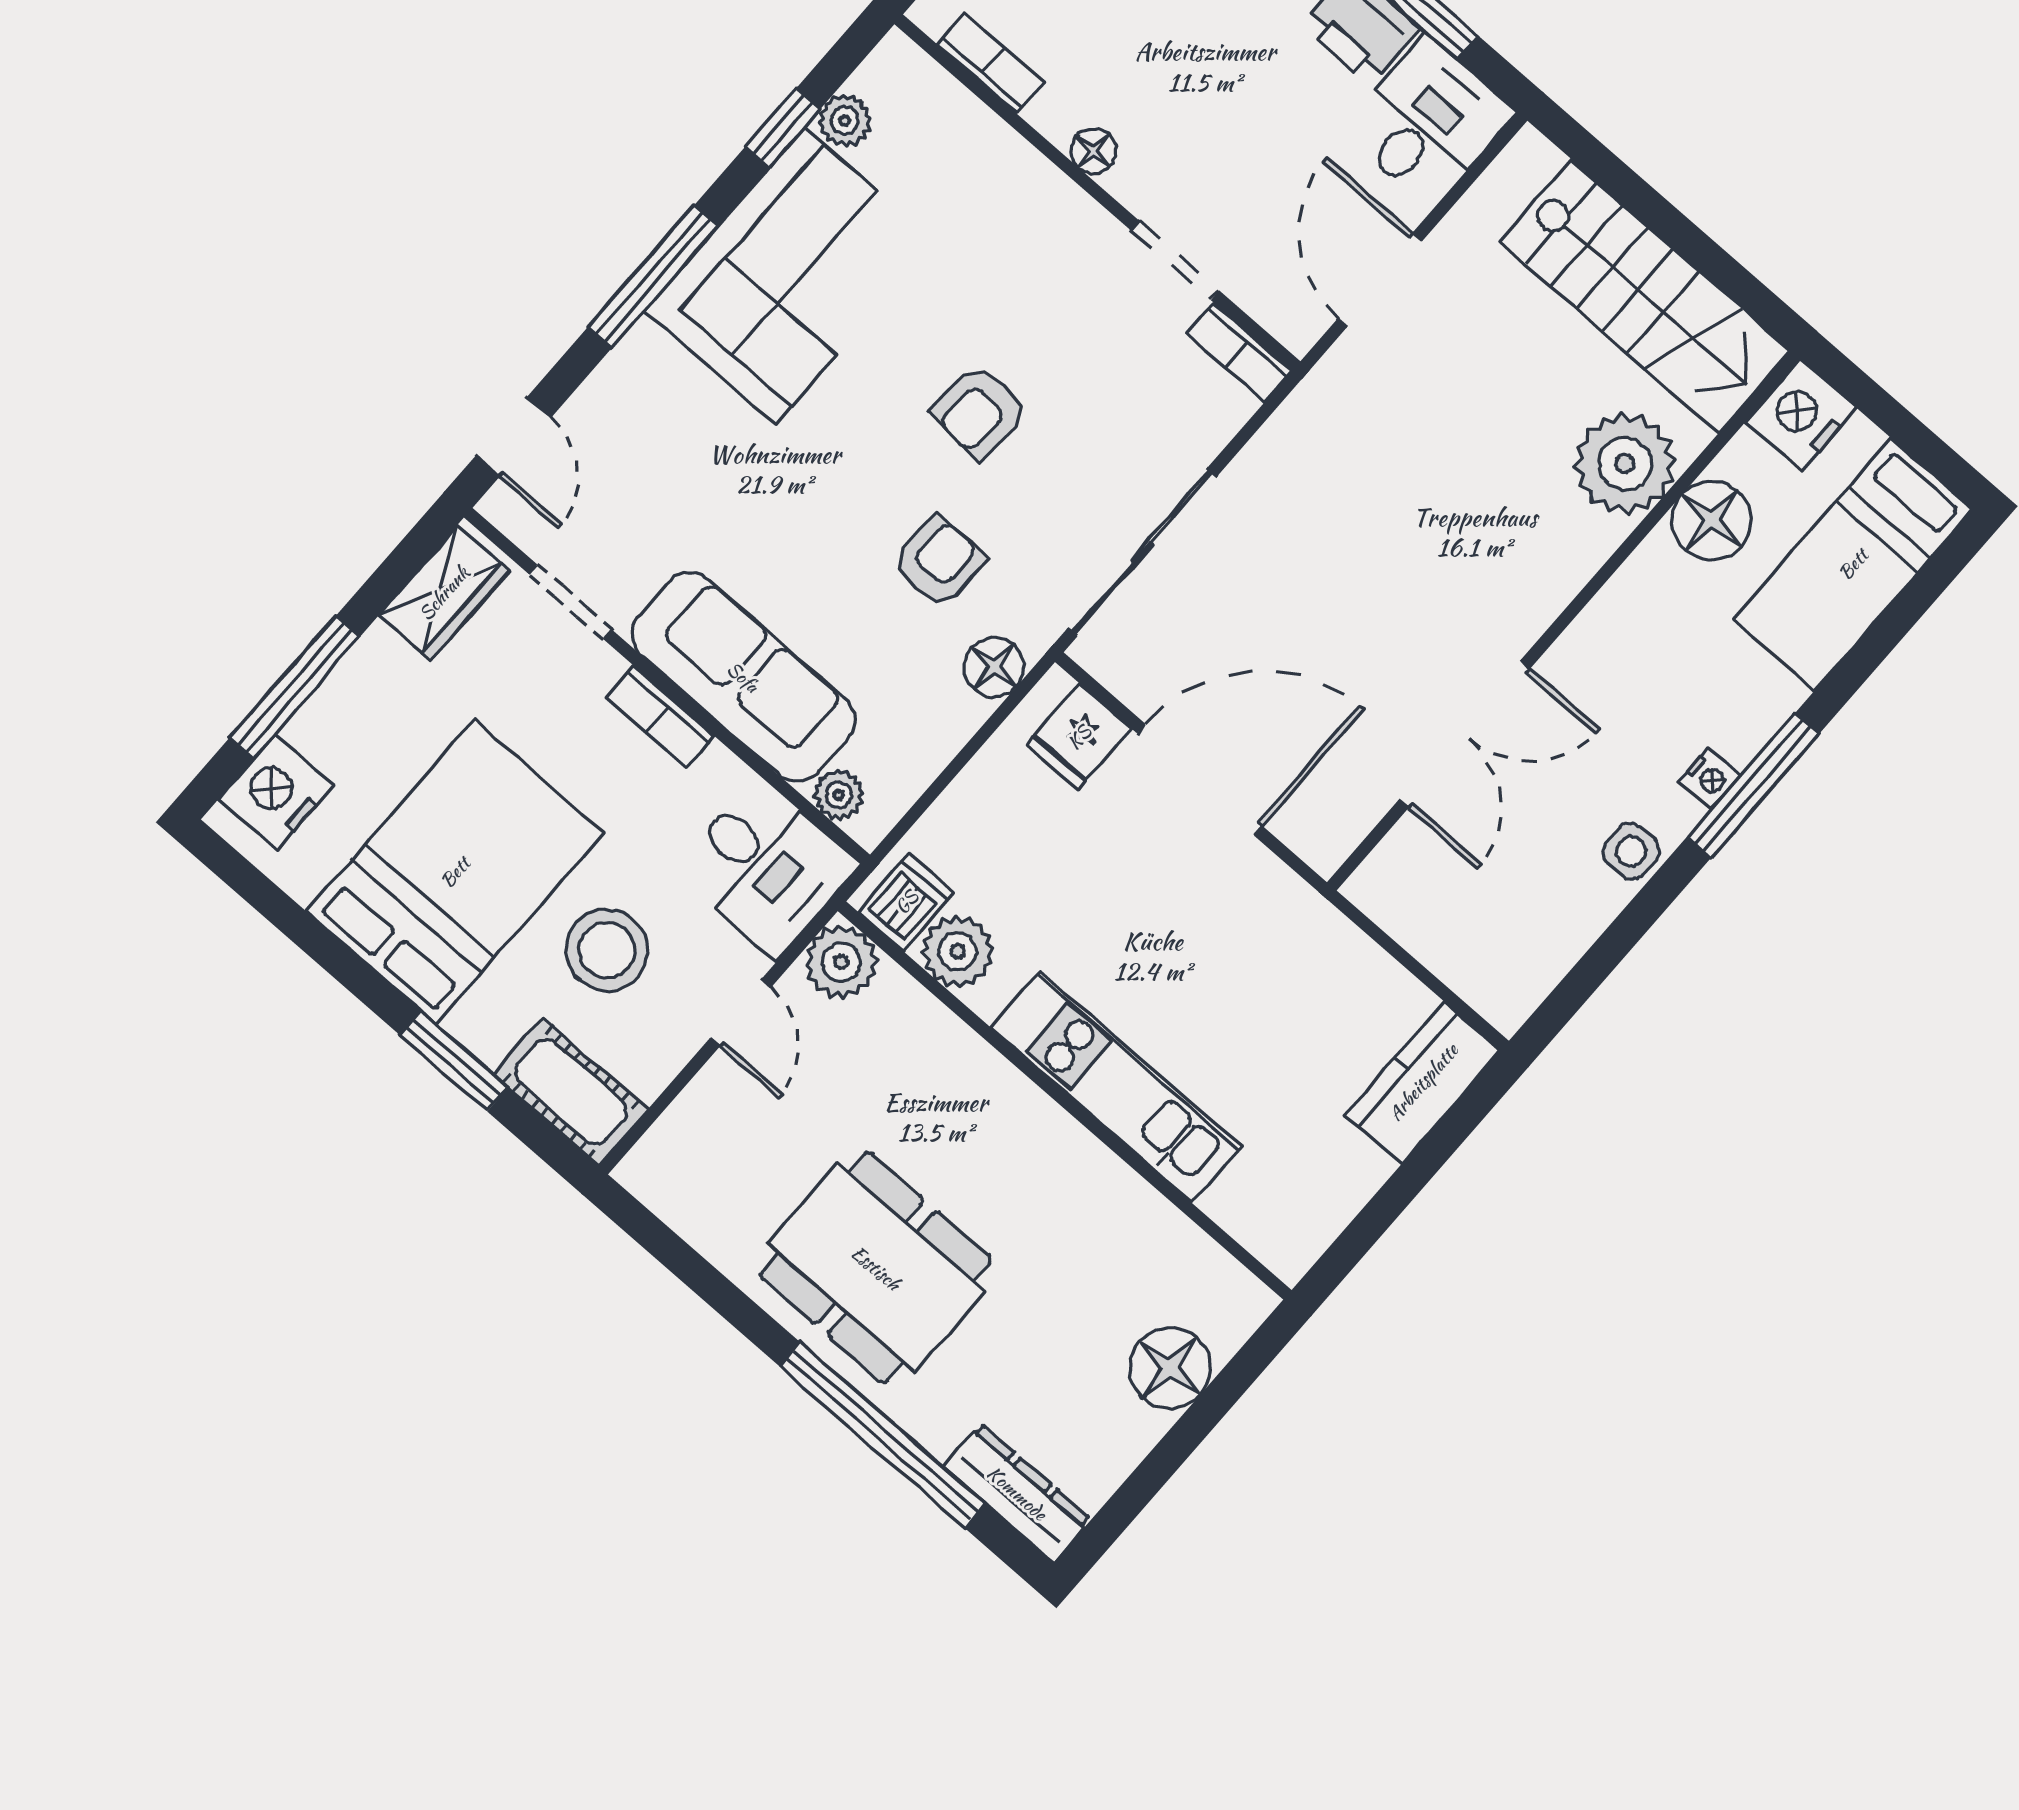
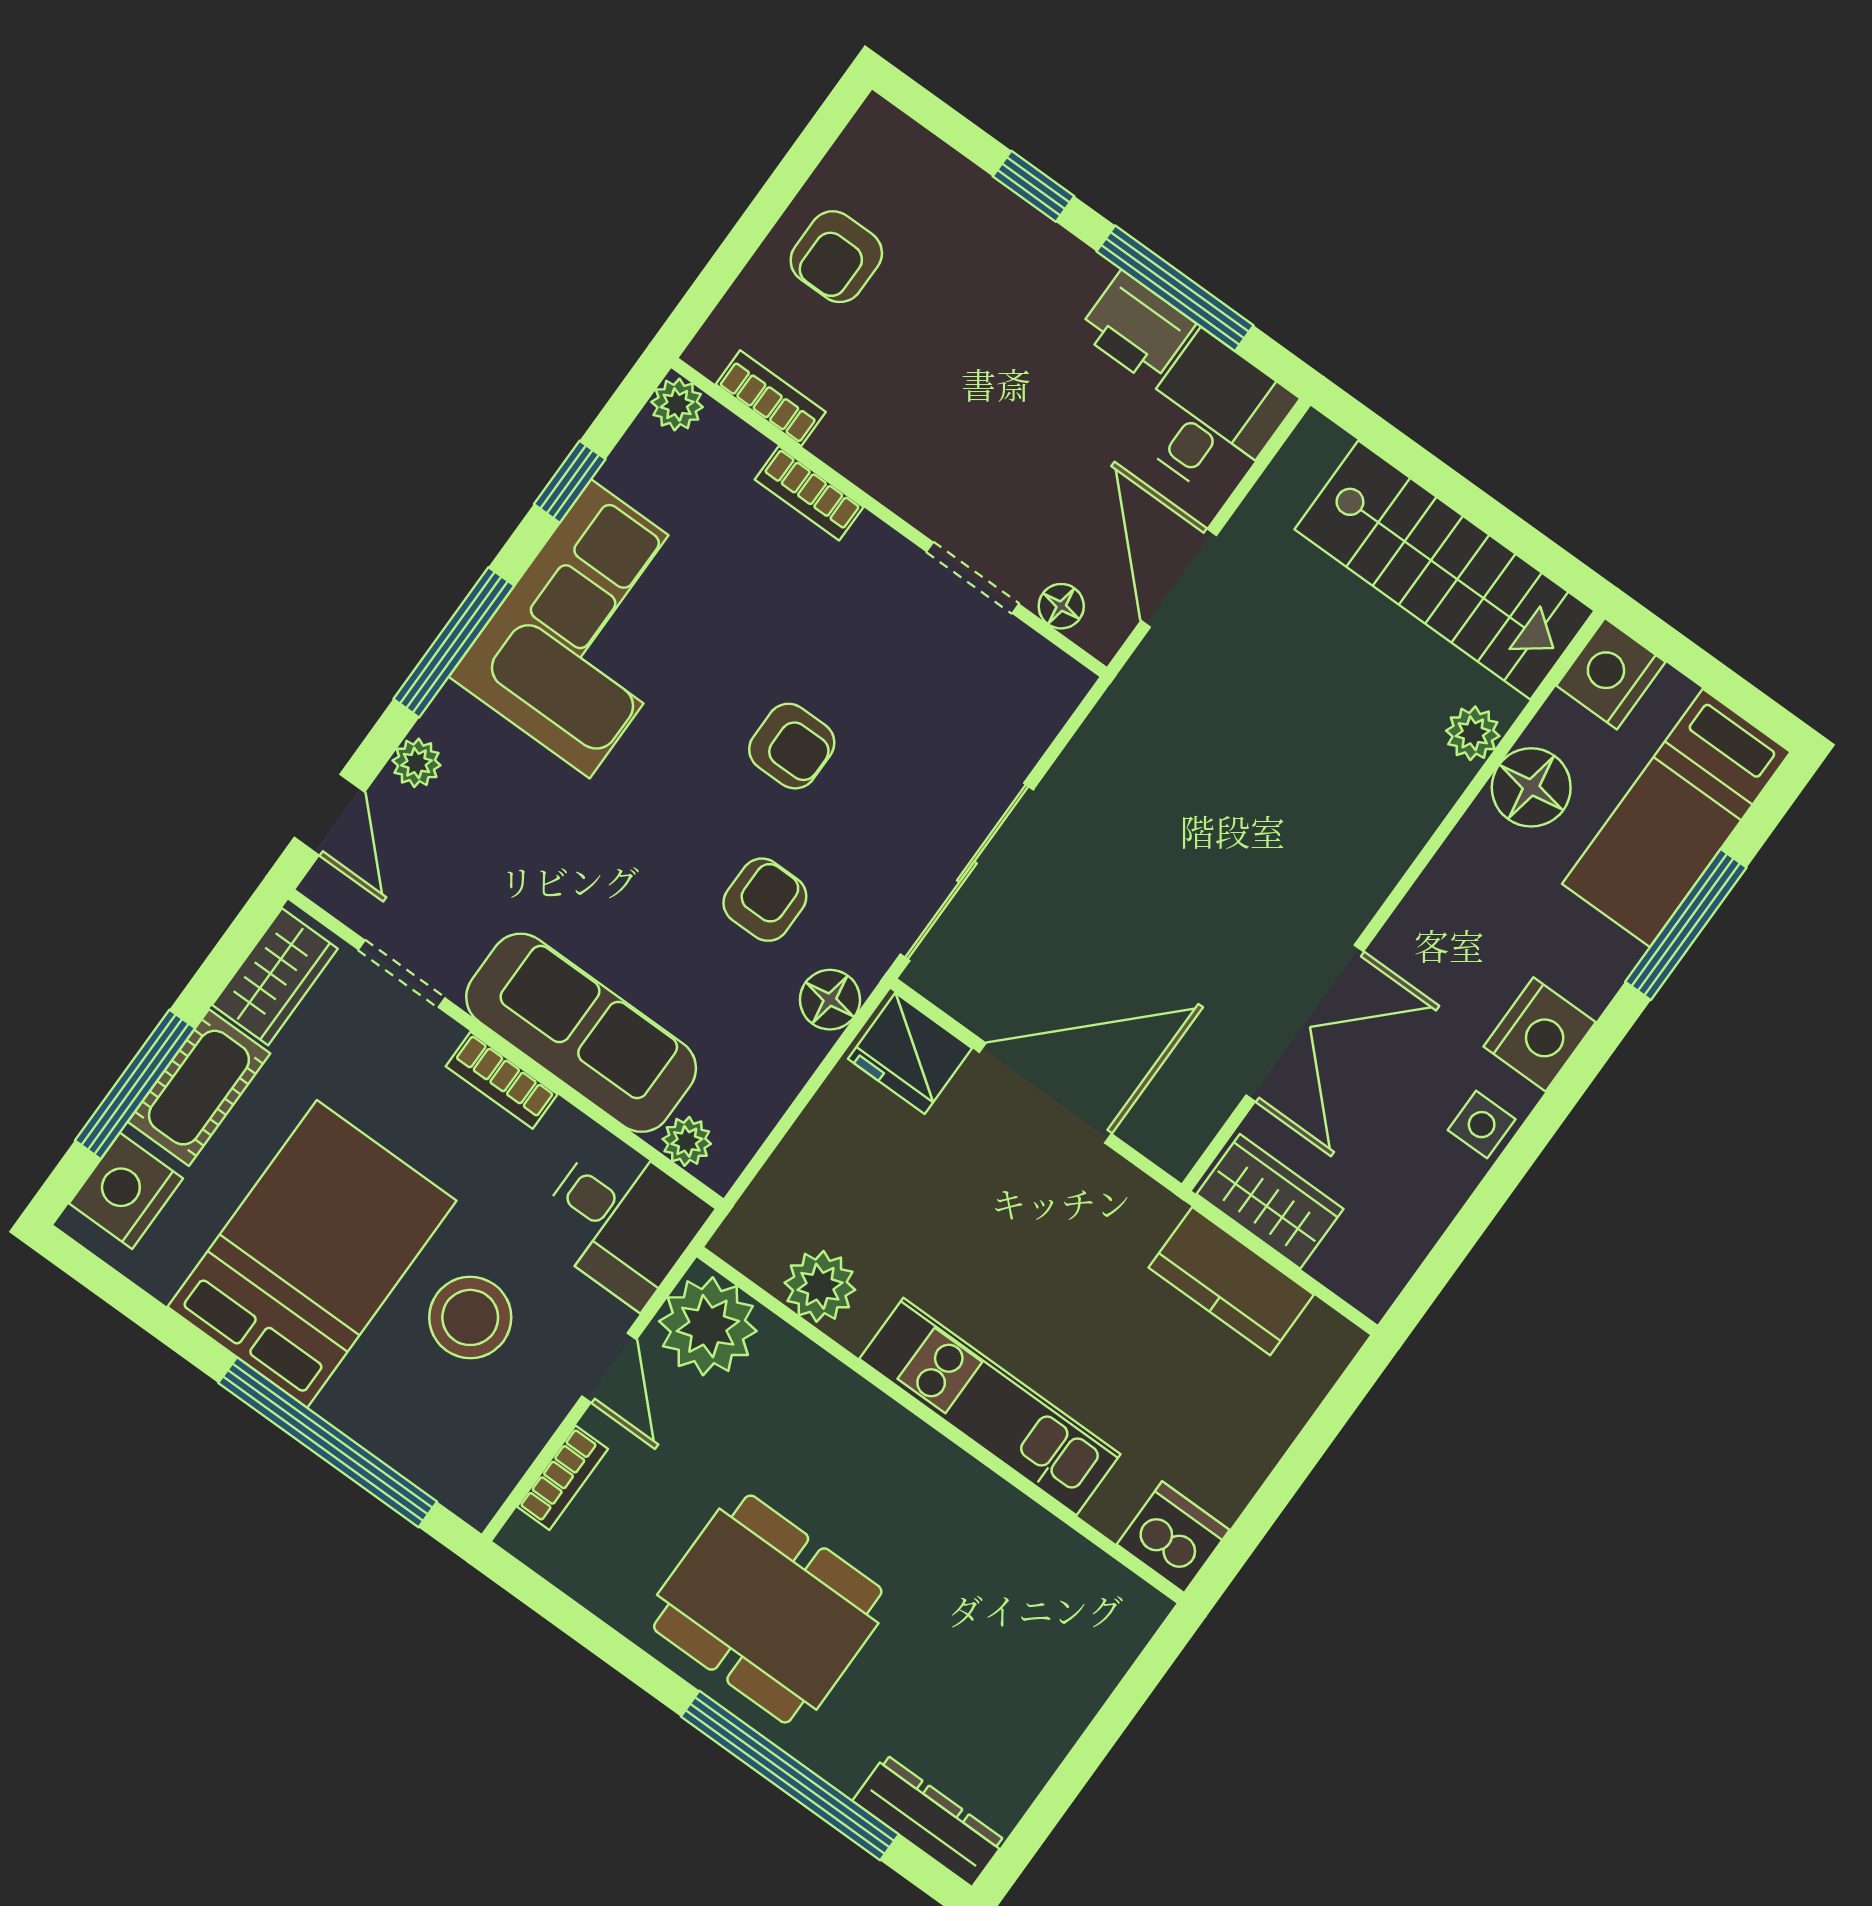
plant: (845, 121) -> (677, 404), moved
floor lamp: (1093, 151) -> (1061, 606), moved
bookcase: (1239, 352) -> (809, 493), moved
plant: (605, 393) -> (416, 763), added
armchair: (980, 411) -> (792, 746), turned -94
plant: (1625, 464) -> (1473, 733), width x0.53, depth x0.53
fridge: (1079, 737) -> (910, 1053), width x1.38
nightstand: (1710, 778) -> (1540, 1034), width x1.89, depth x1.79
window: (1753, 786) -> (1686, 925), moved
dishwasher: (906, 902) -> (1173, 1537), moved, width x1.38
wardrobe: (1413, 908) -> (1270, 1201), added
plant: (841, 962) -> (708, 1326), width x1.36, depth x1.36
window: (454, 1061) -> (328, 1442), width x2.11
kitchen counter: (1423, 1082) -> (1231, 1281), moved, turned -90
cot: (571, 1092) -> (199, 1088), moved, turned 90
bookcase: (684, 1118) -> (562, 1478), added
floor lamp: (1170, 1368) -> (1070, 1682), removed

